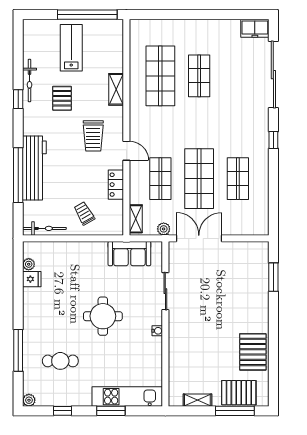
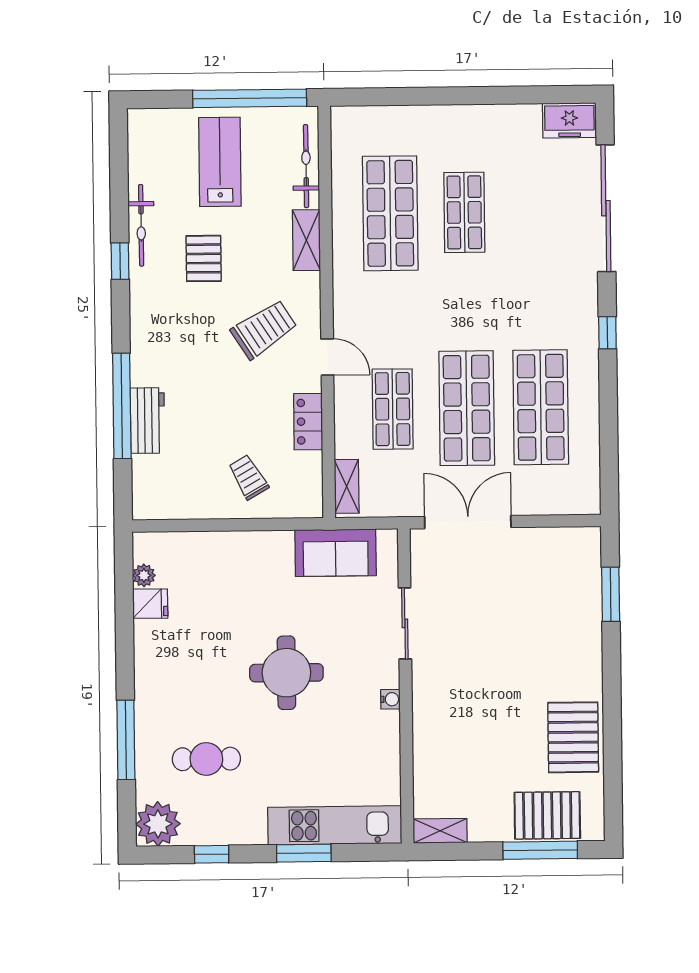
trolley: (93, 136) -> (264, 329), turned -123
workbench: (34, 168) -> (147, 421), width x0.53, depth x0.76
shop shelf: (238, 179) -> (541, 407), width x1.43, depth x1.36
bicycle: (44, 228) -> (306, 166), moved, turned -90
plant: (164, 229) -> (400, 505), removed
plant: (29, 400) -> (158, 824), width x1.87, depth x1.87
shelving: (197, 400) -> (440, 831), moved

